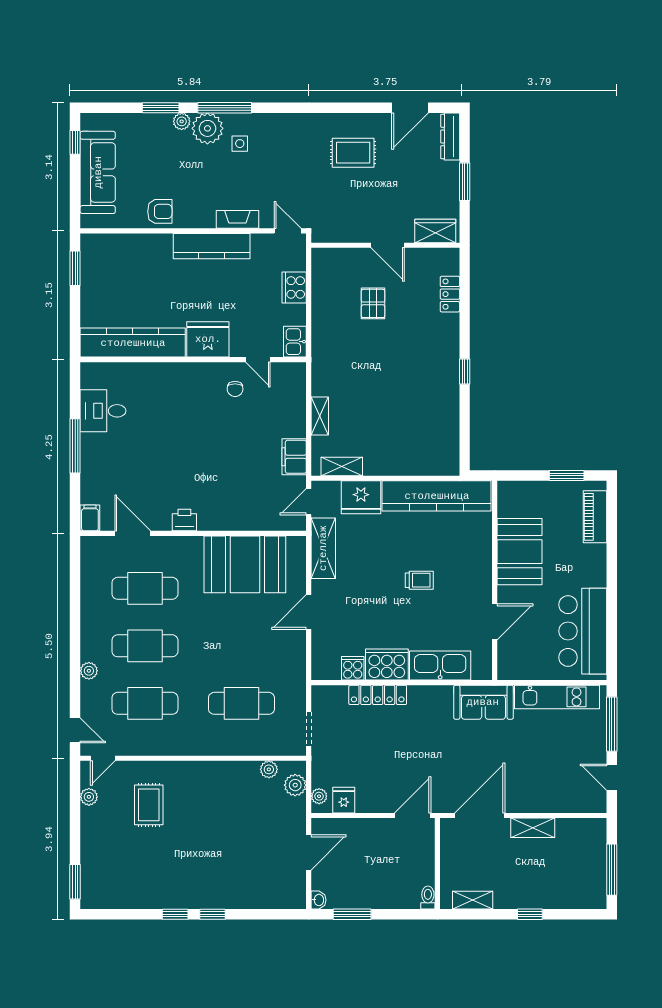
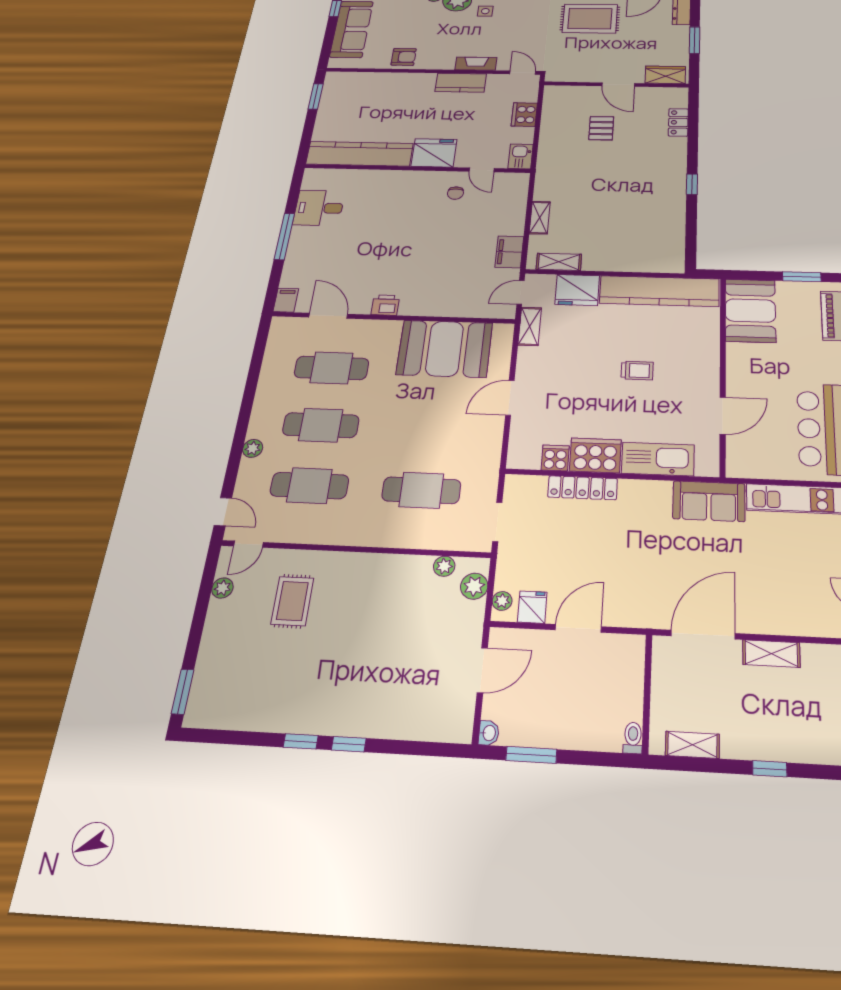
rug: (353, 153) -> (590, 19), width x1.36, depth x1.43
kitchen counter: (212, 246) -> (461, 83), width x0.67
shelving: (323, 548) -> (530, 326), width x0.67, depth x0.75
booth: (519, 552) -> (750, 311), moved
door: (413, 815) -> (578, 628), moved

